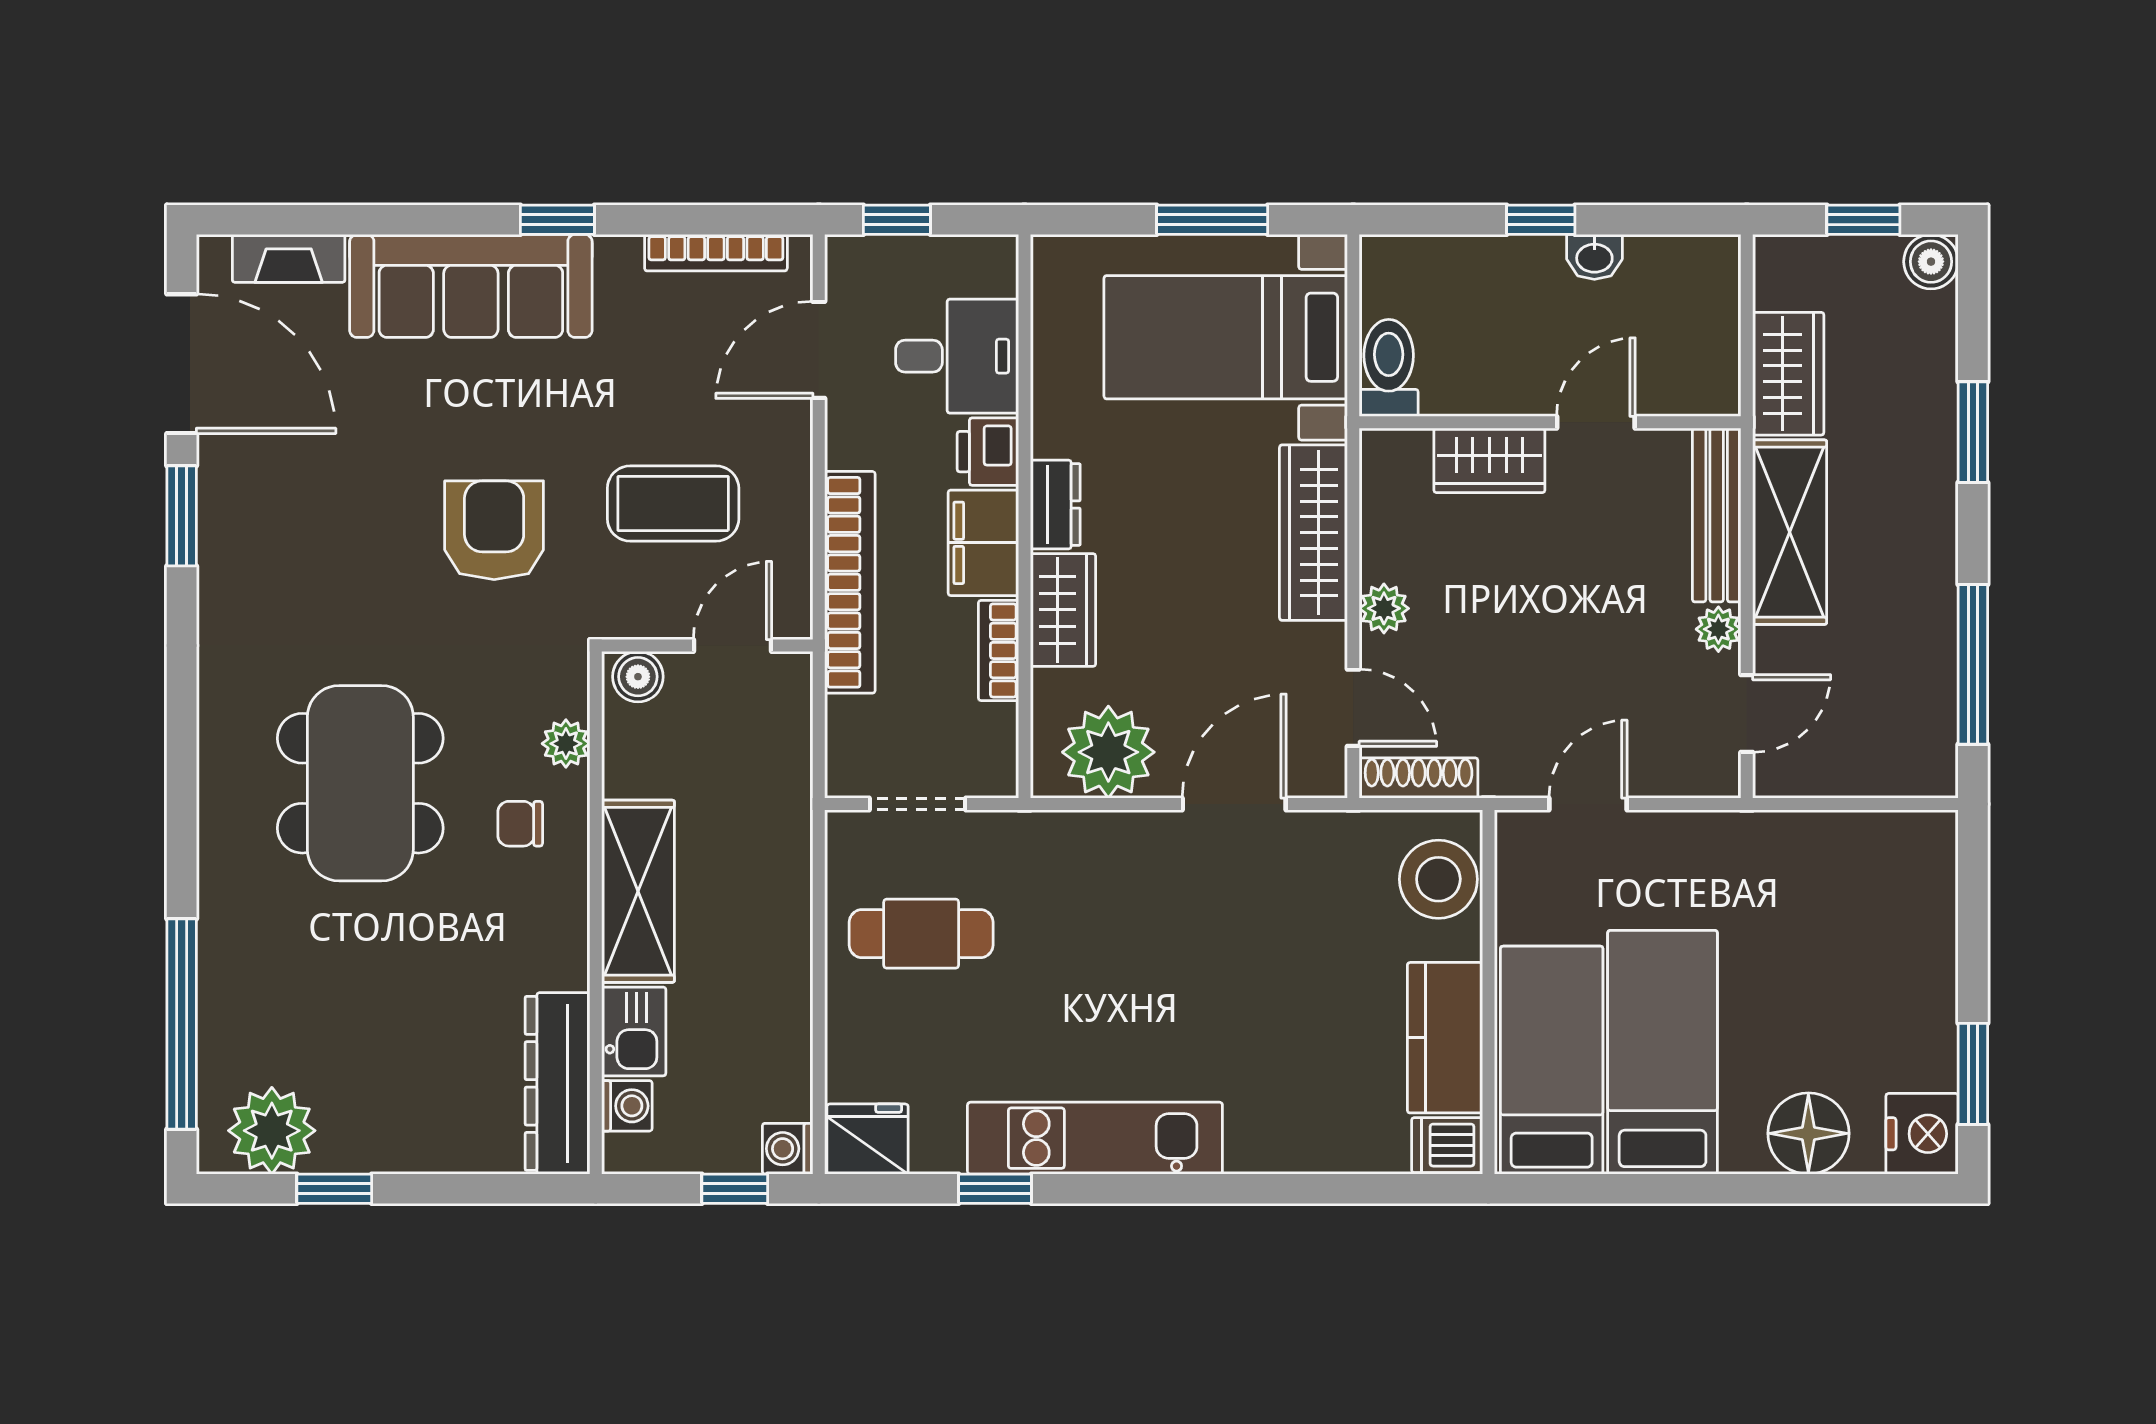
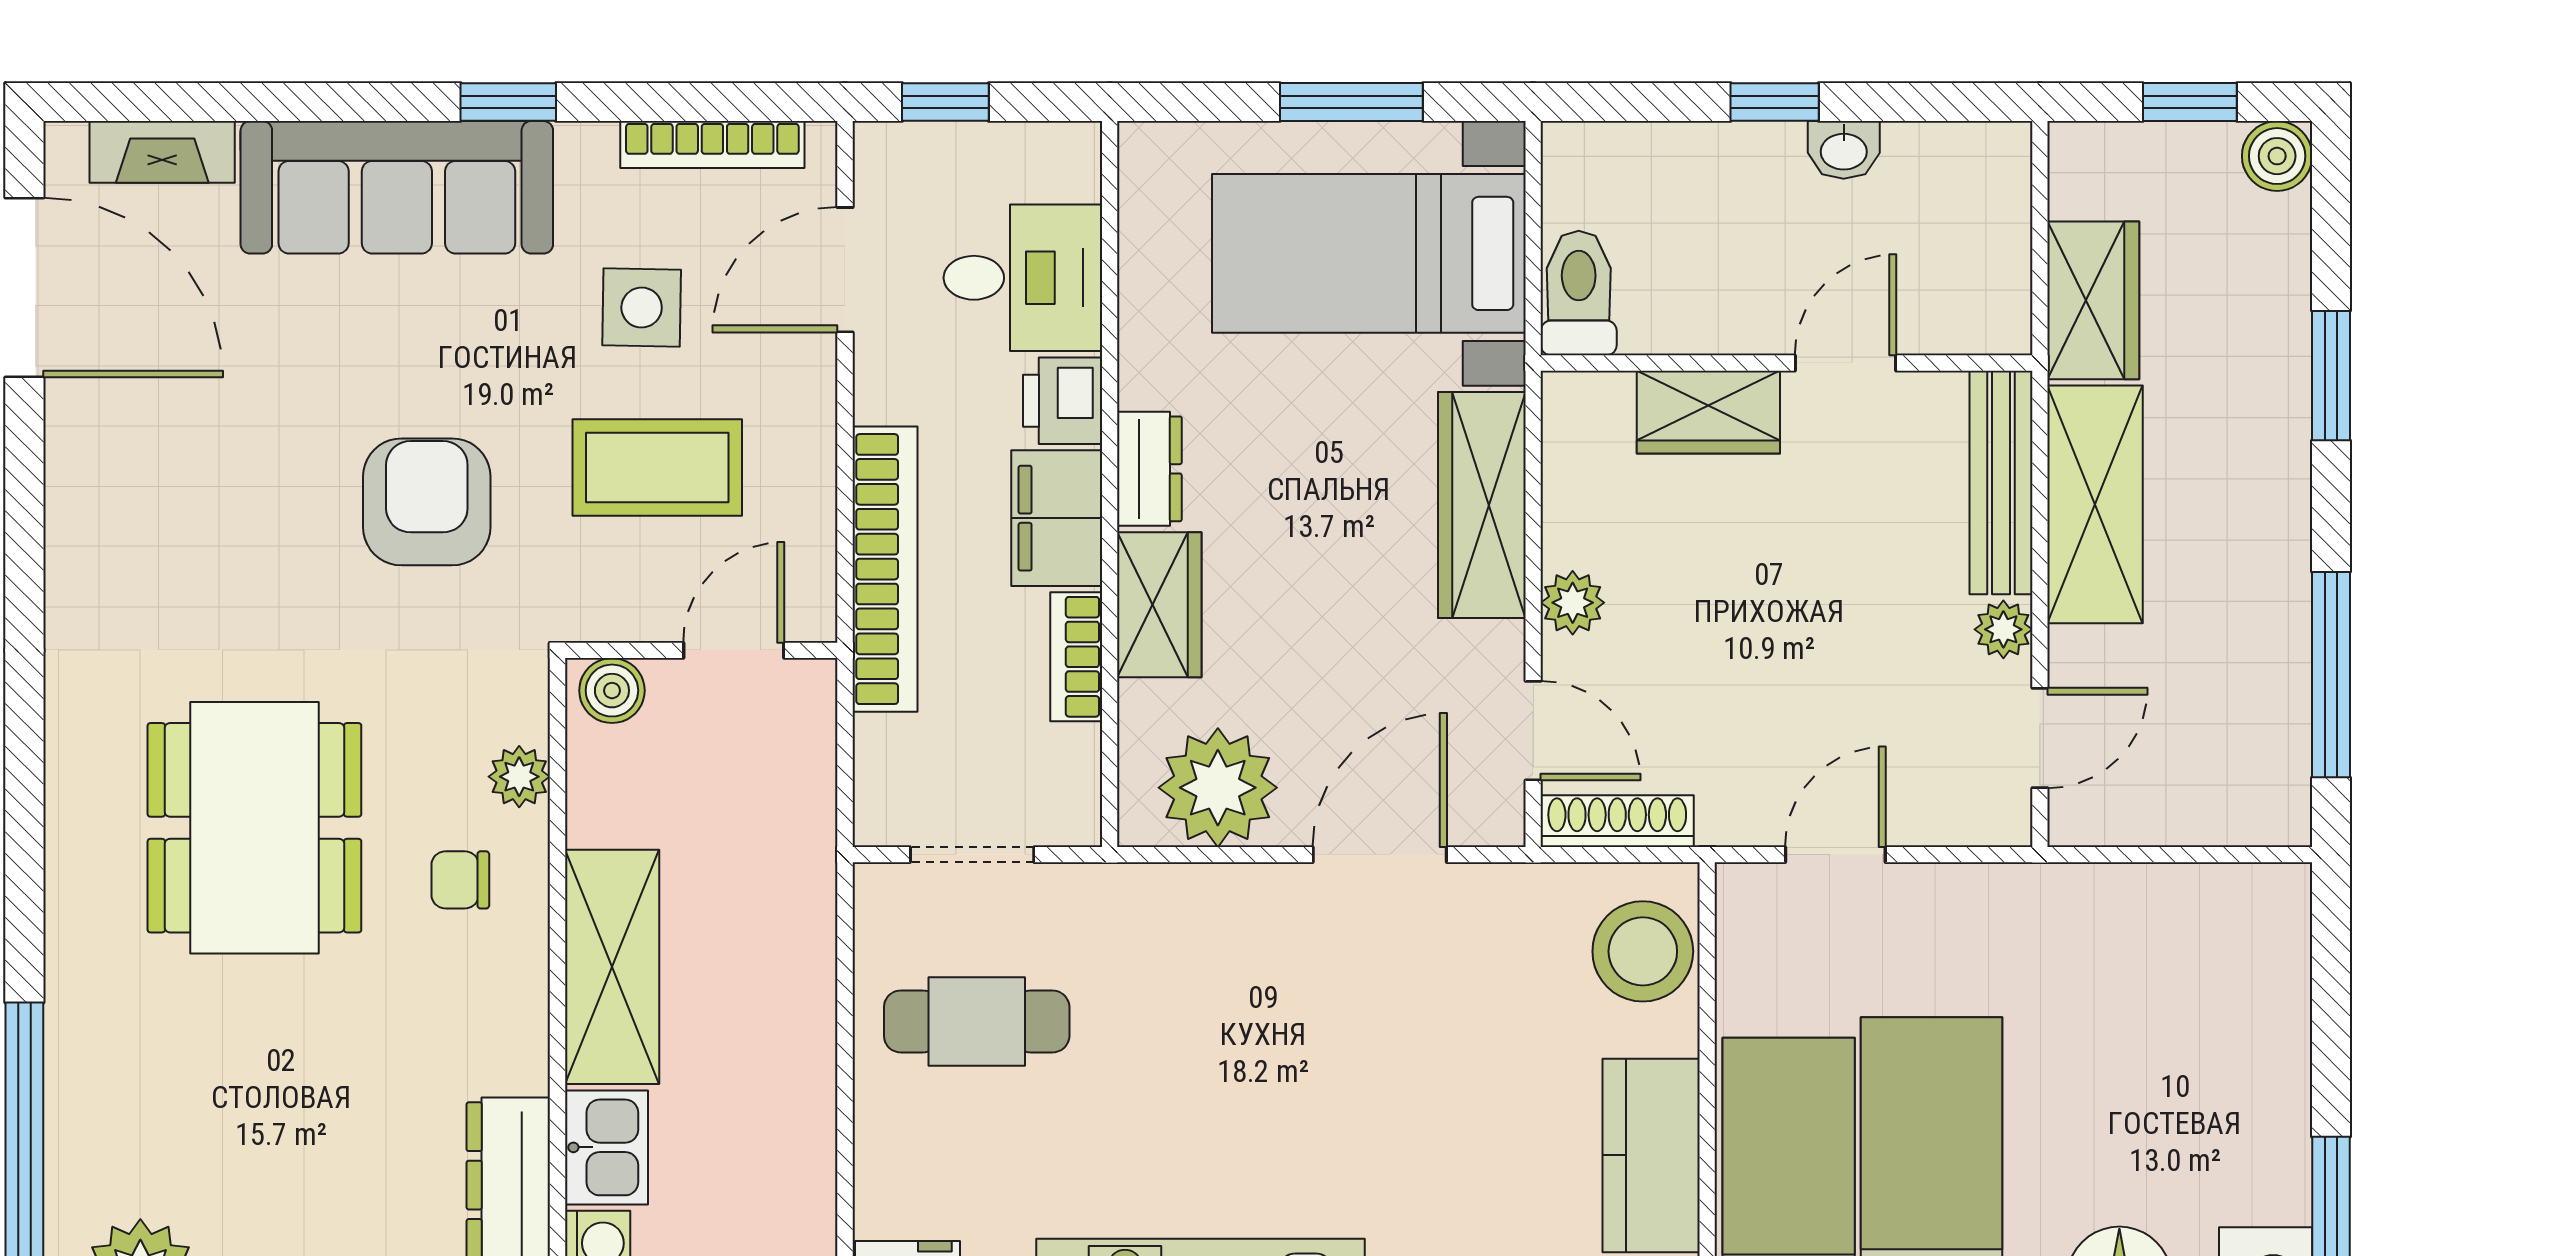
side table: (661, 379) -> (642, 308), added
window: (182, 516) -> (24, 483), removed

